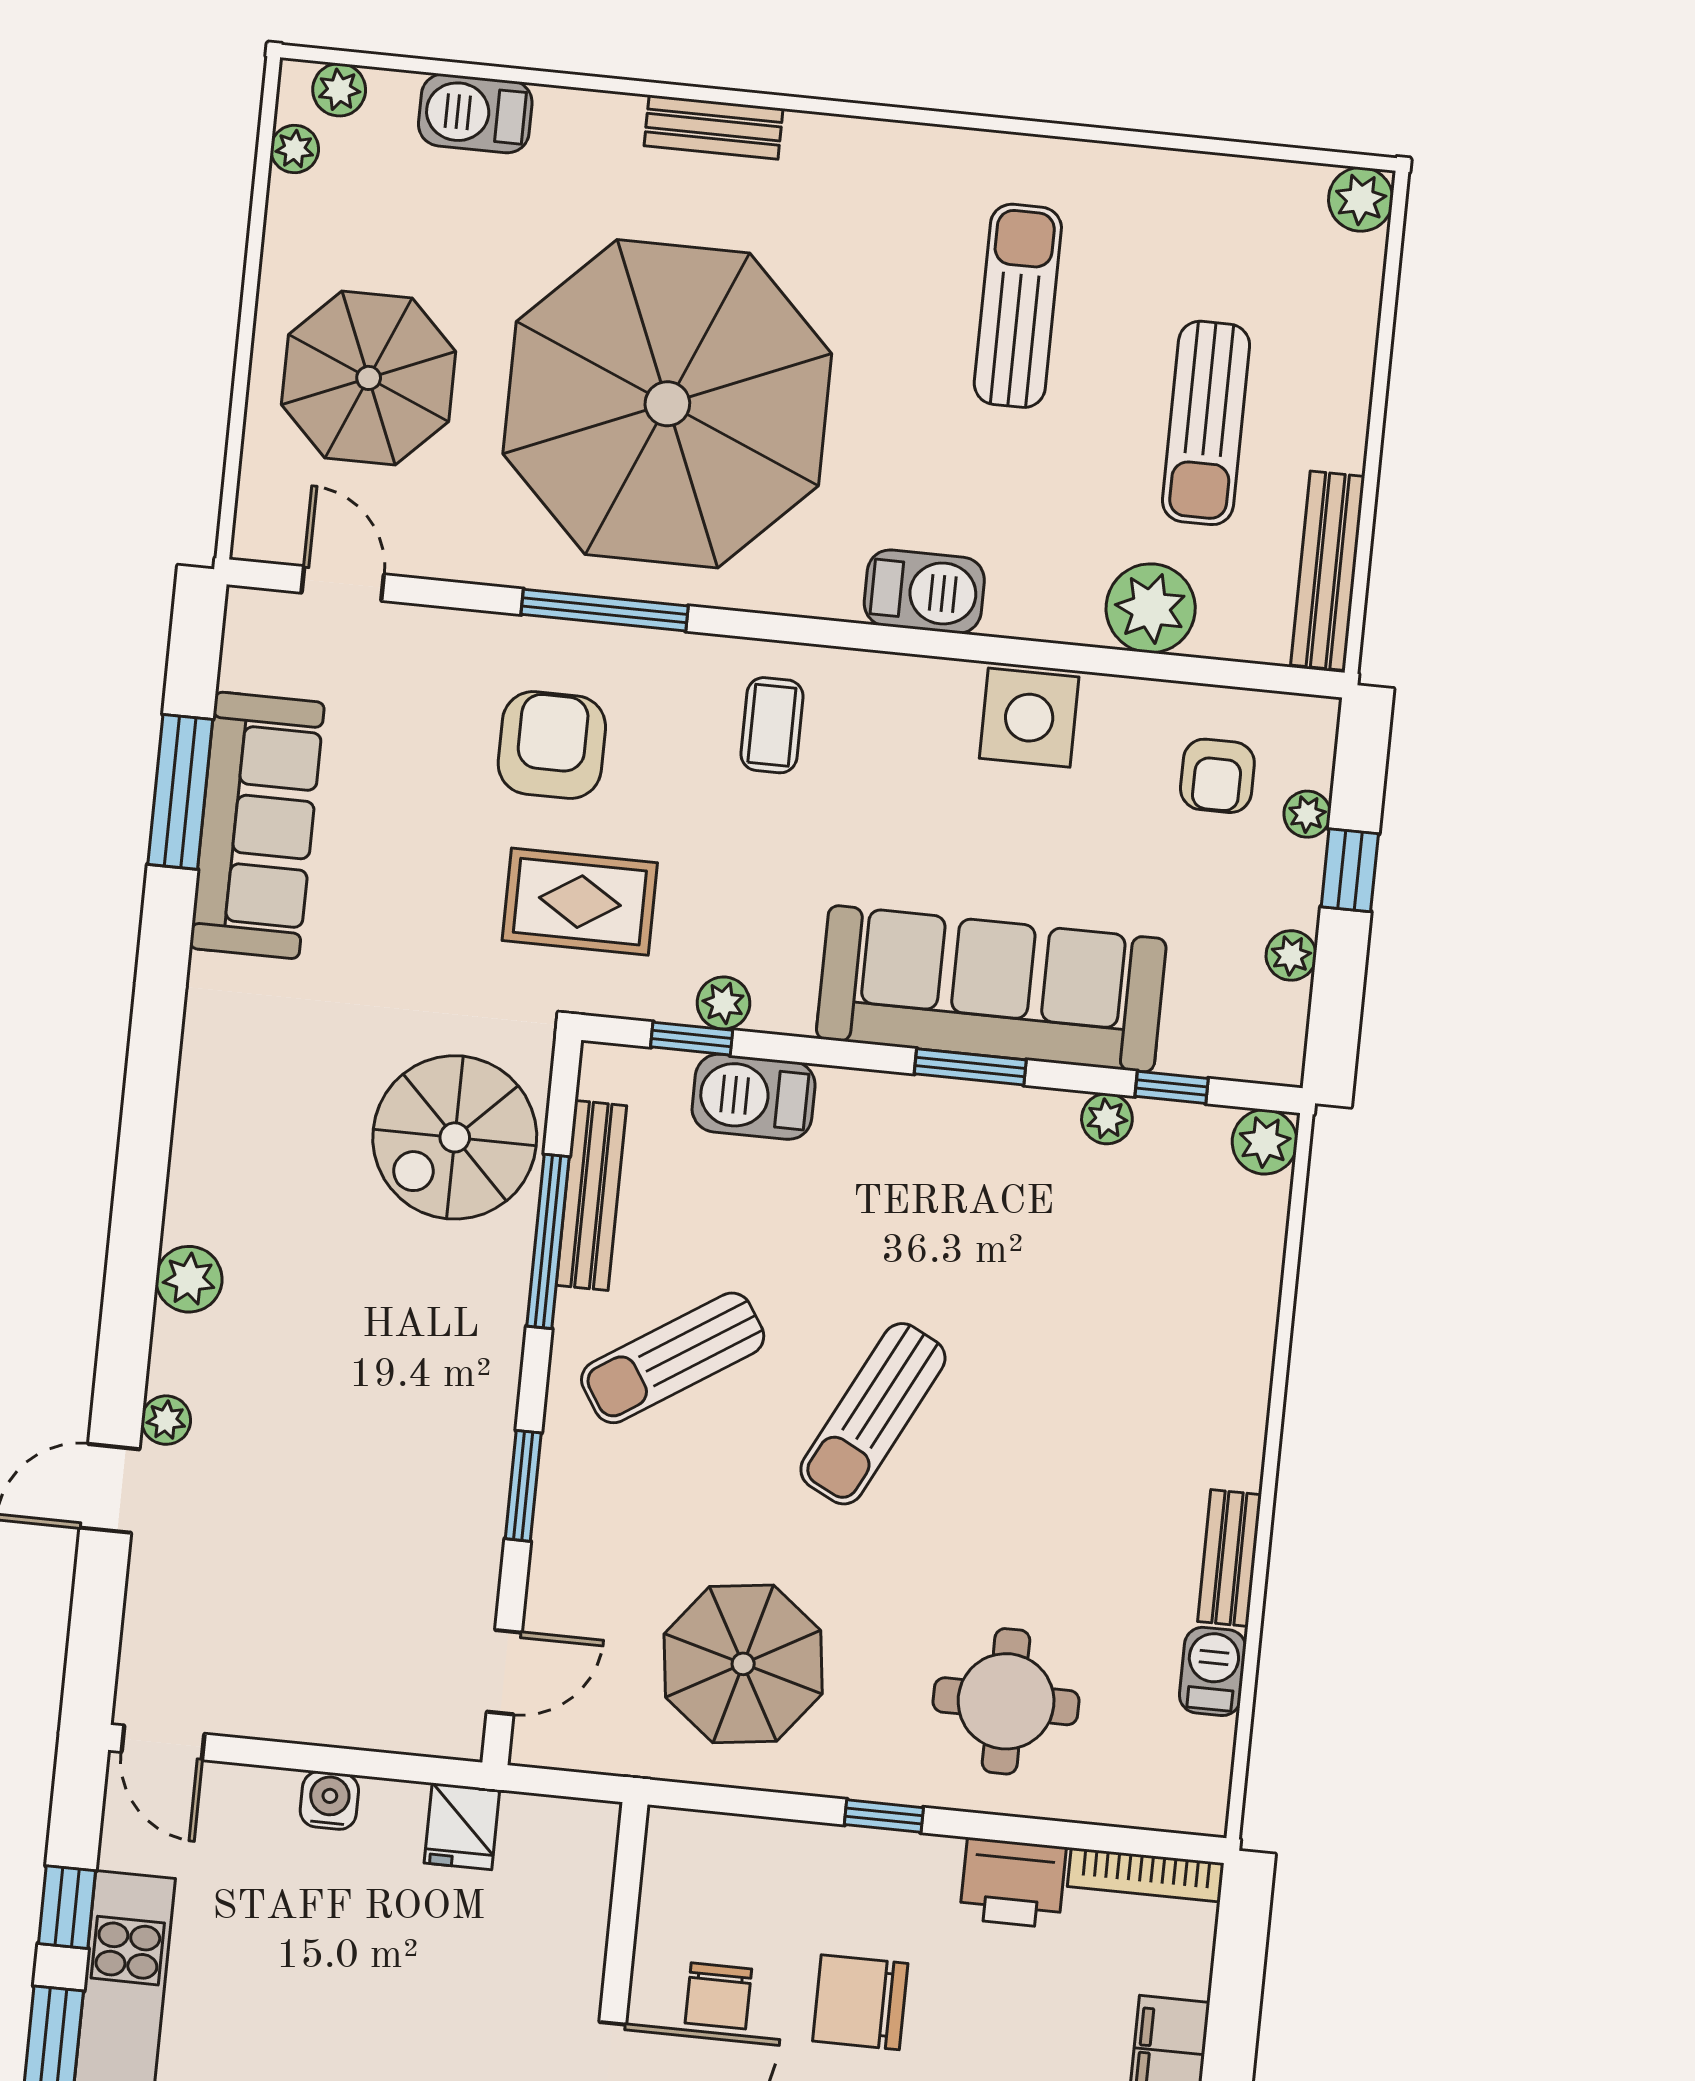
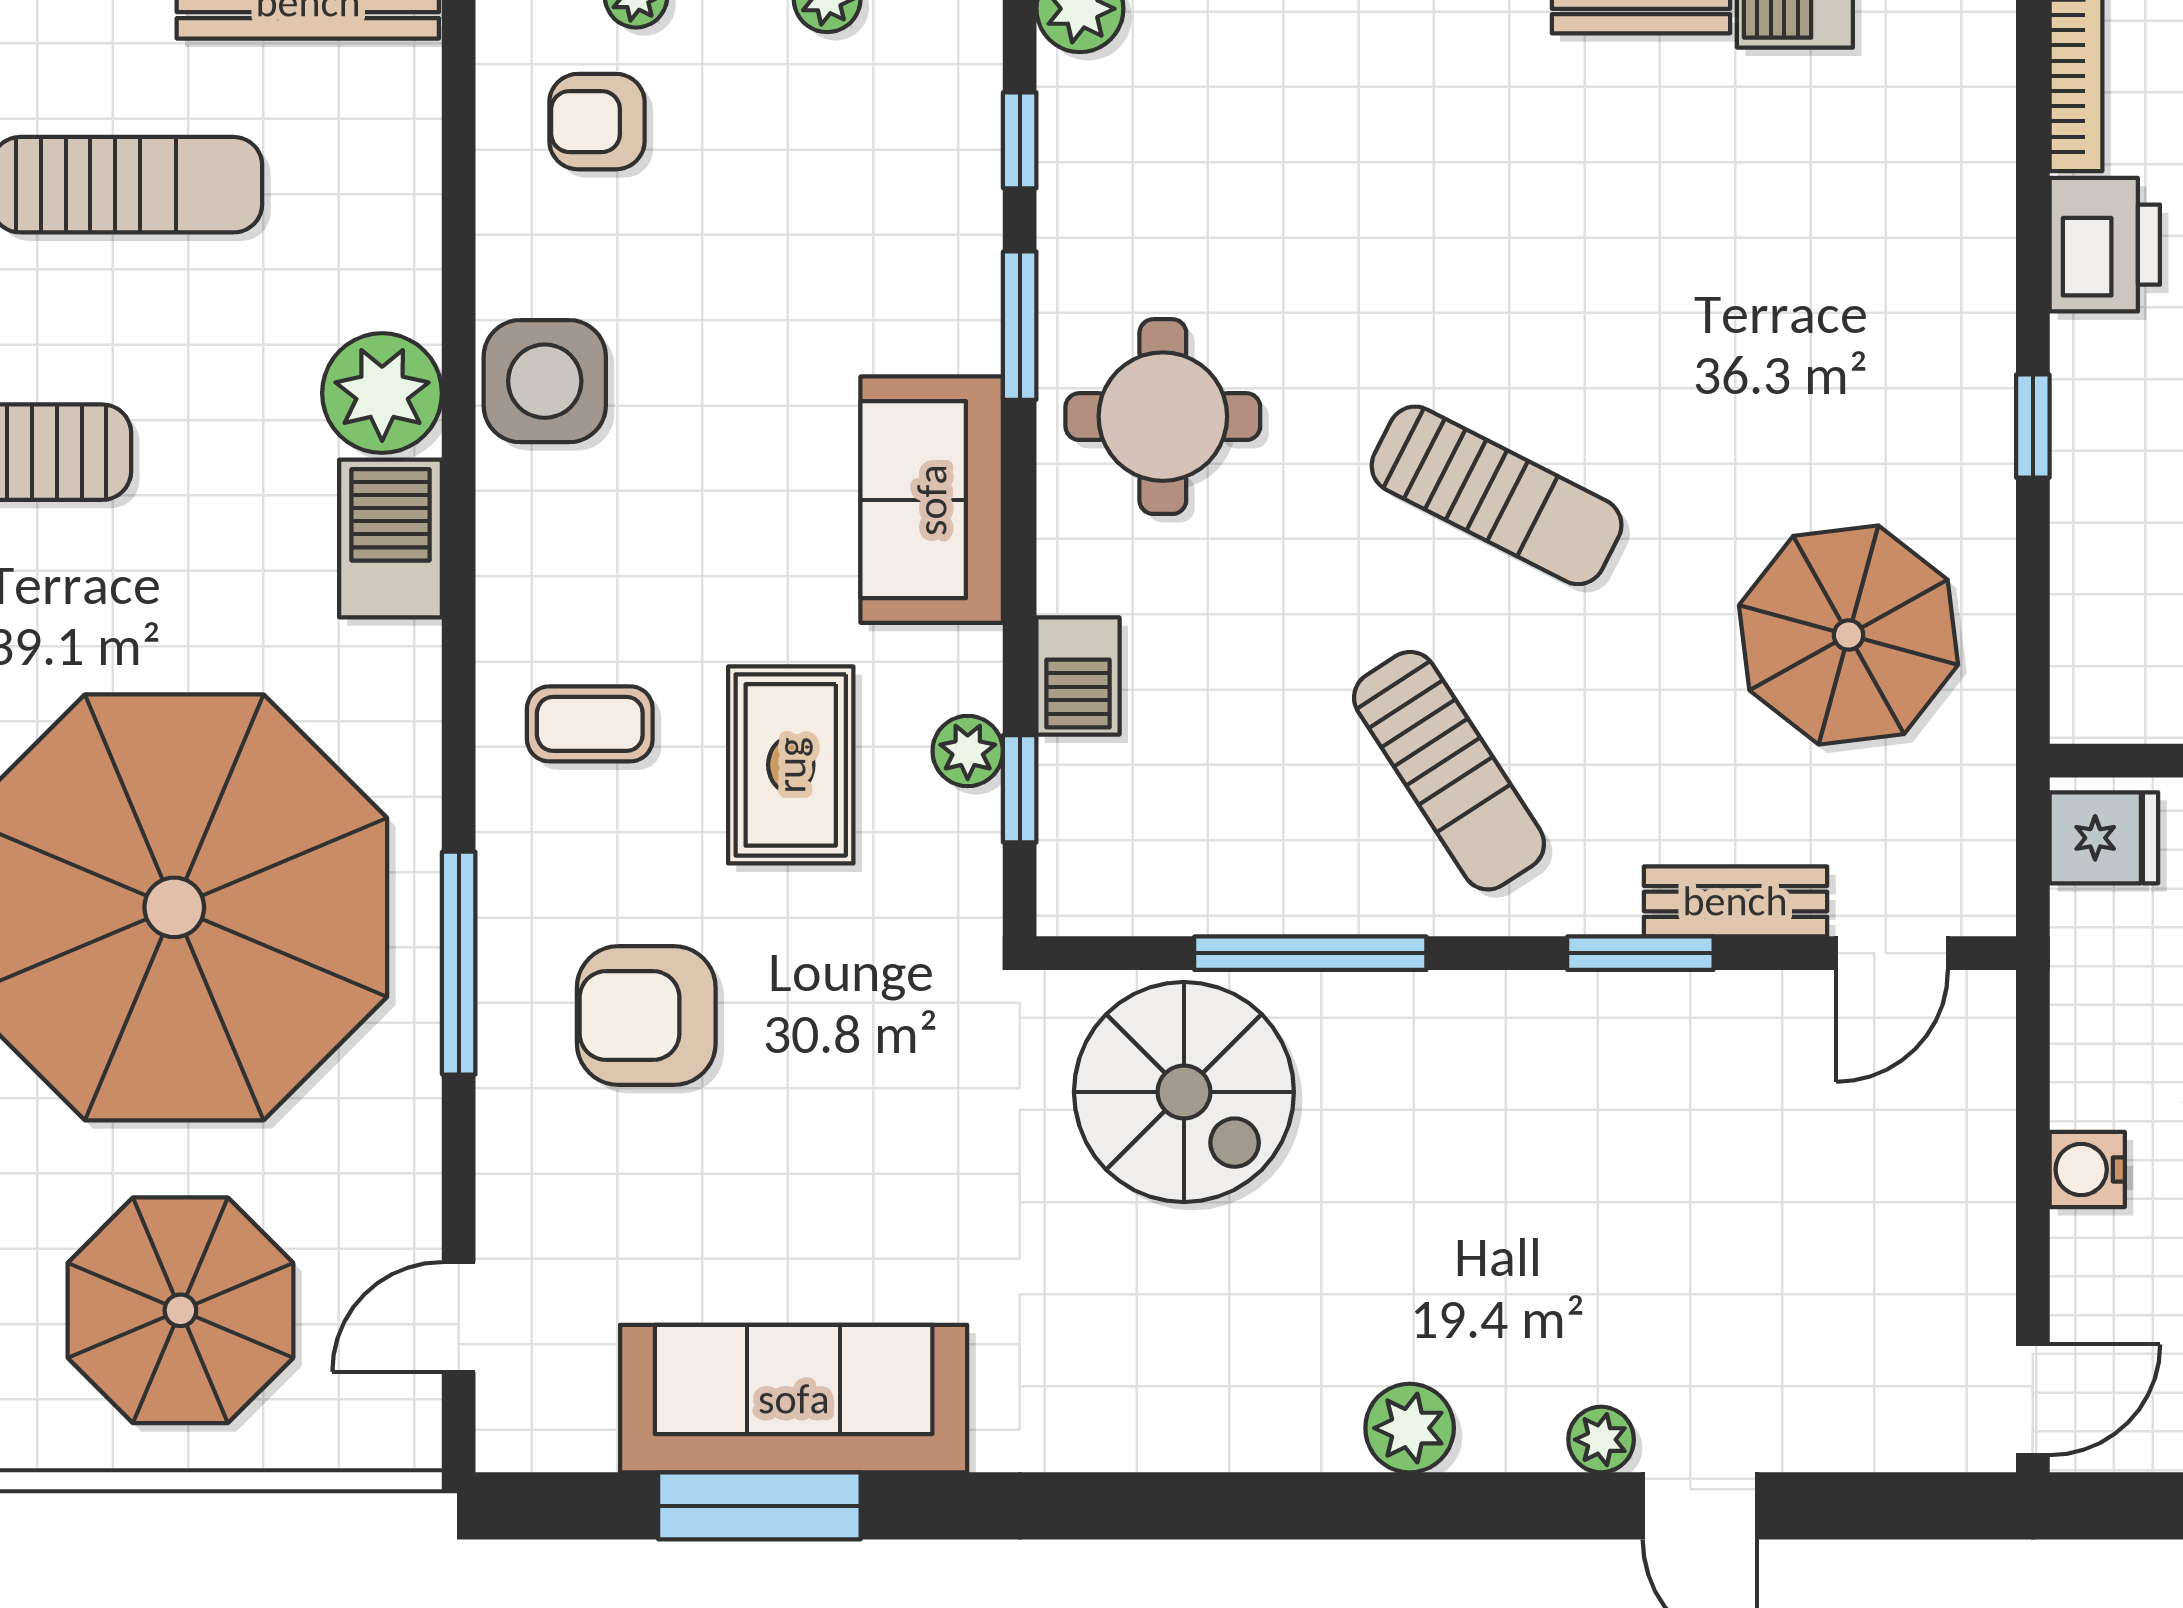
plant: (1151, 608) -> (382, 393), moved
armchair: (1217, 776) -> (597, 122), turned 180
rug: (580, 902) -> (791, 765), moved
sofa: (991, 989) -> (932, 500), width x0.54, depth x0.79
window: (970, 1067) -> (1020, 326), moved
barbecue: (754, 1097) -> (1078, 676), width x0.73, depth x0.79
plant: (1107, 1119) -> (1070, 223), removed
bench: (591, 1195) -> (1735, 901), moved, width x0.73
door: (504, 1672) -> (1892, 953), swing flipped
round table: (1006, 1701) -> (1163, 417), moved
fridge: (462, 1826) -> (2104, 838), moved

